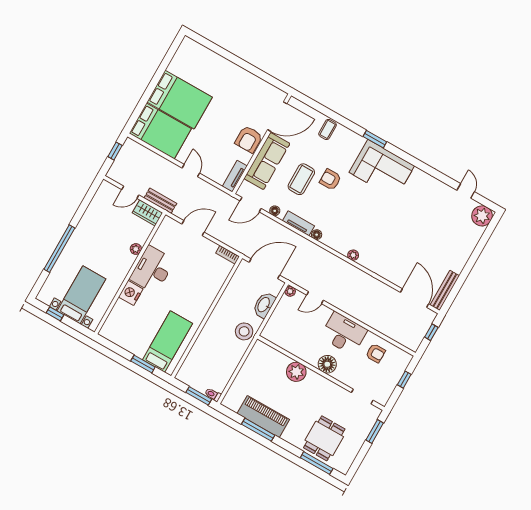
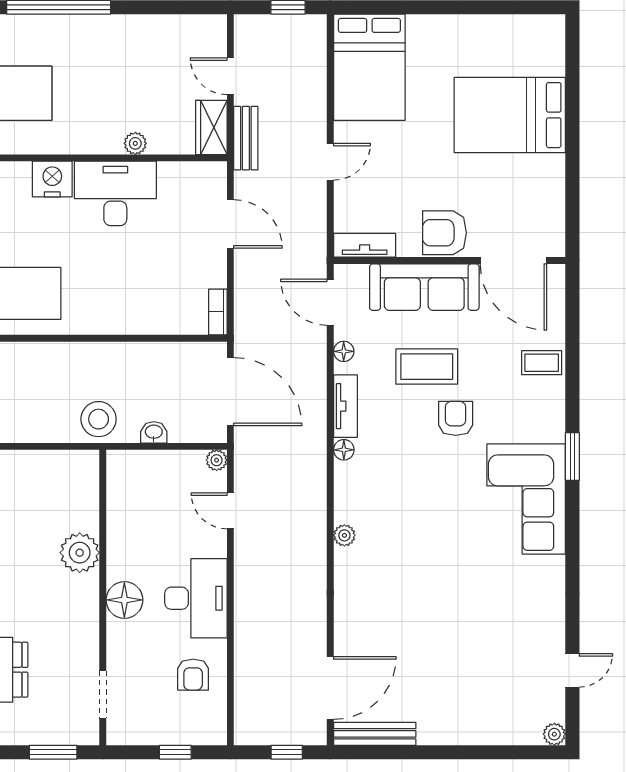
bed: (180, 100) -> (510, 115), moved, turned 90
plant: (482, 216) -> (554, 734), width x0.53, depth x0.53
washbasin: (264, 305) -> (154, 432), width x0.52, depth x0.69

